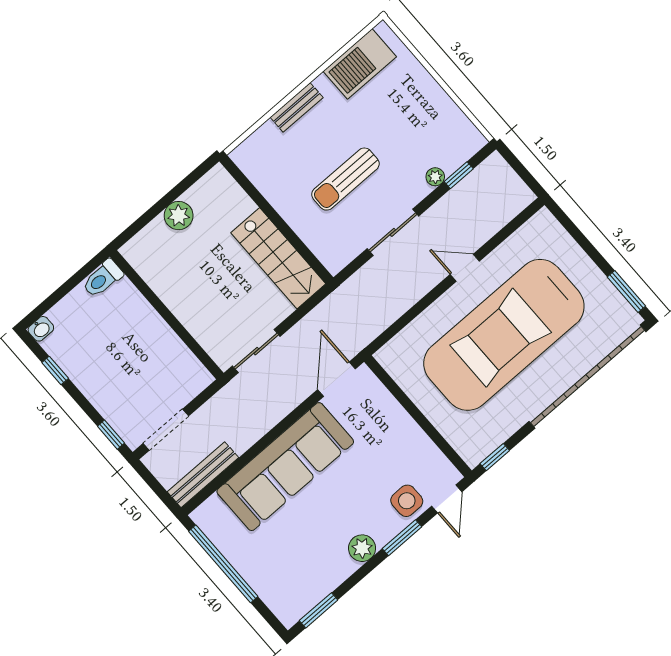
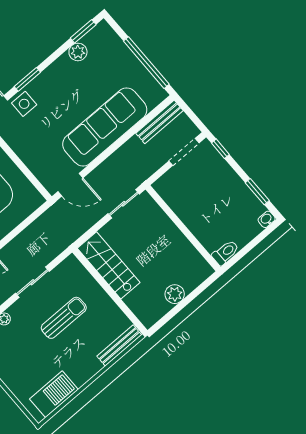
bench: (297, 107) -> (119, 345), moved, width x1.36
window: (55, 370) -> (257, 192), width x1.50
door: (337, 379) -> (70, 185), hinge flipped
plant: (362, 548) -> (78, 52), moved

